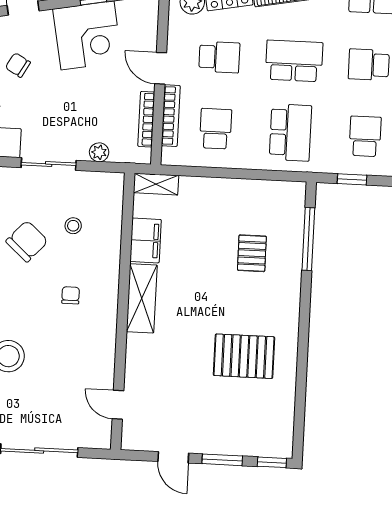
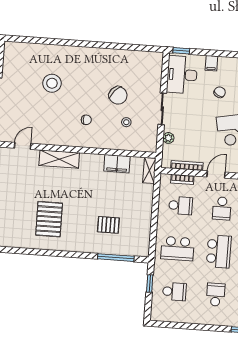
bookcase: (171, 116) -> (182, 179), width x0.64
shelving: (142, 298) -> (59, 159), moved

